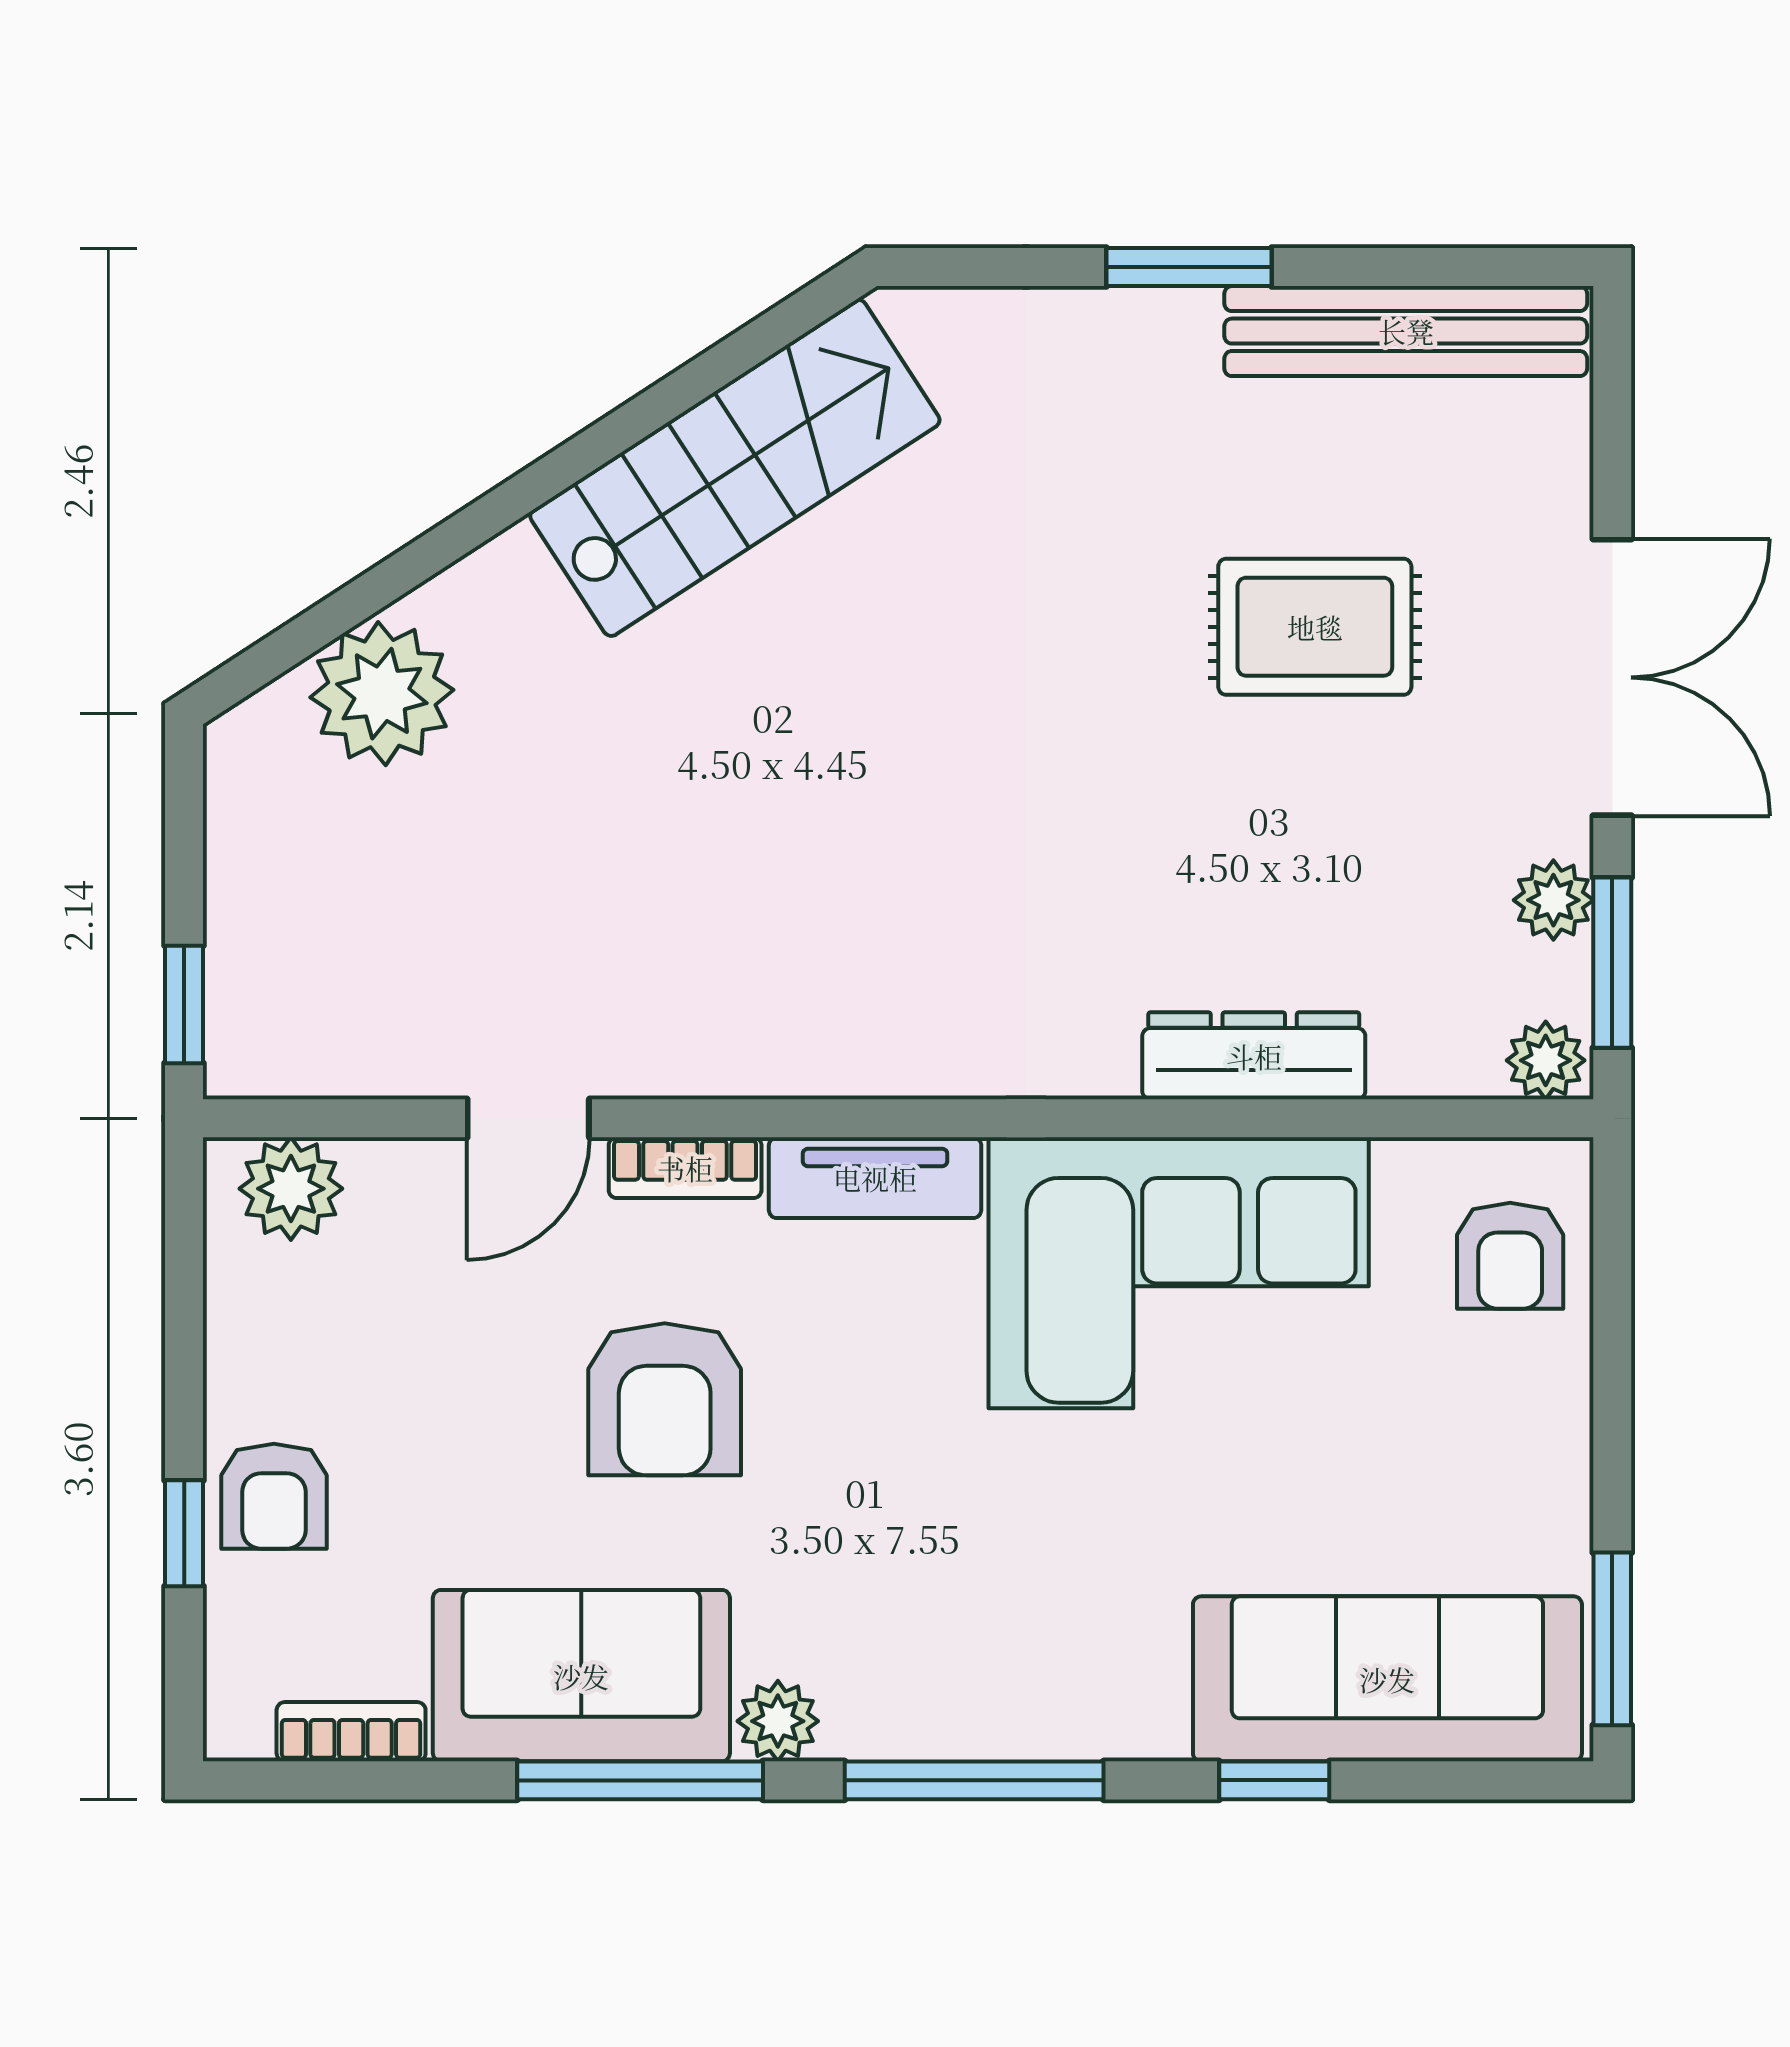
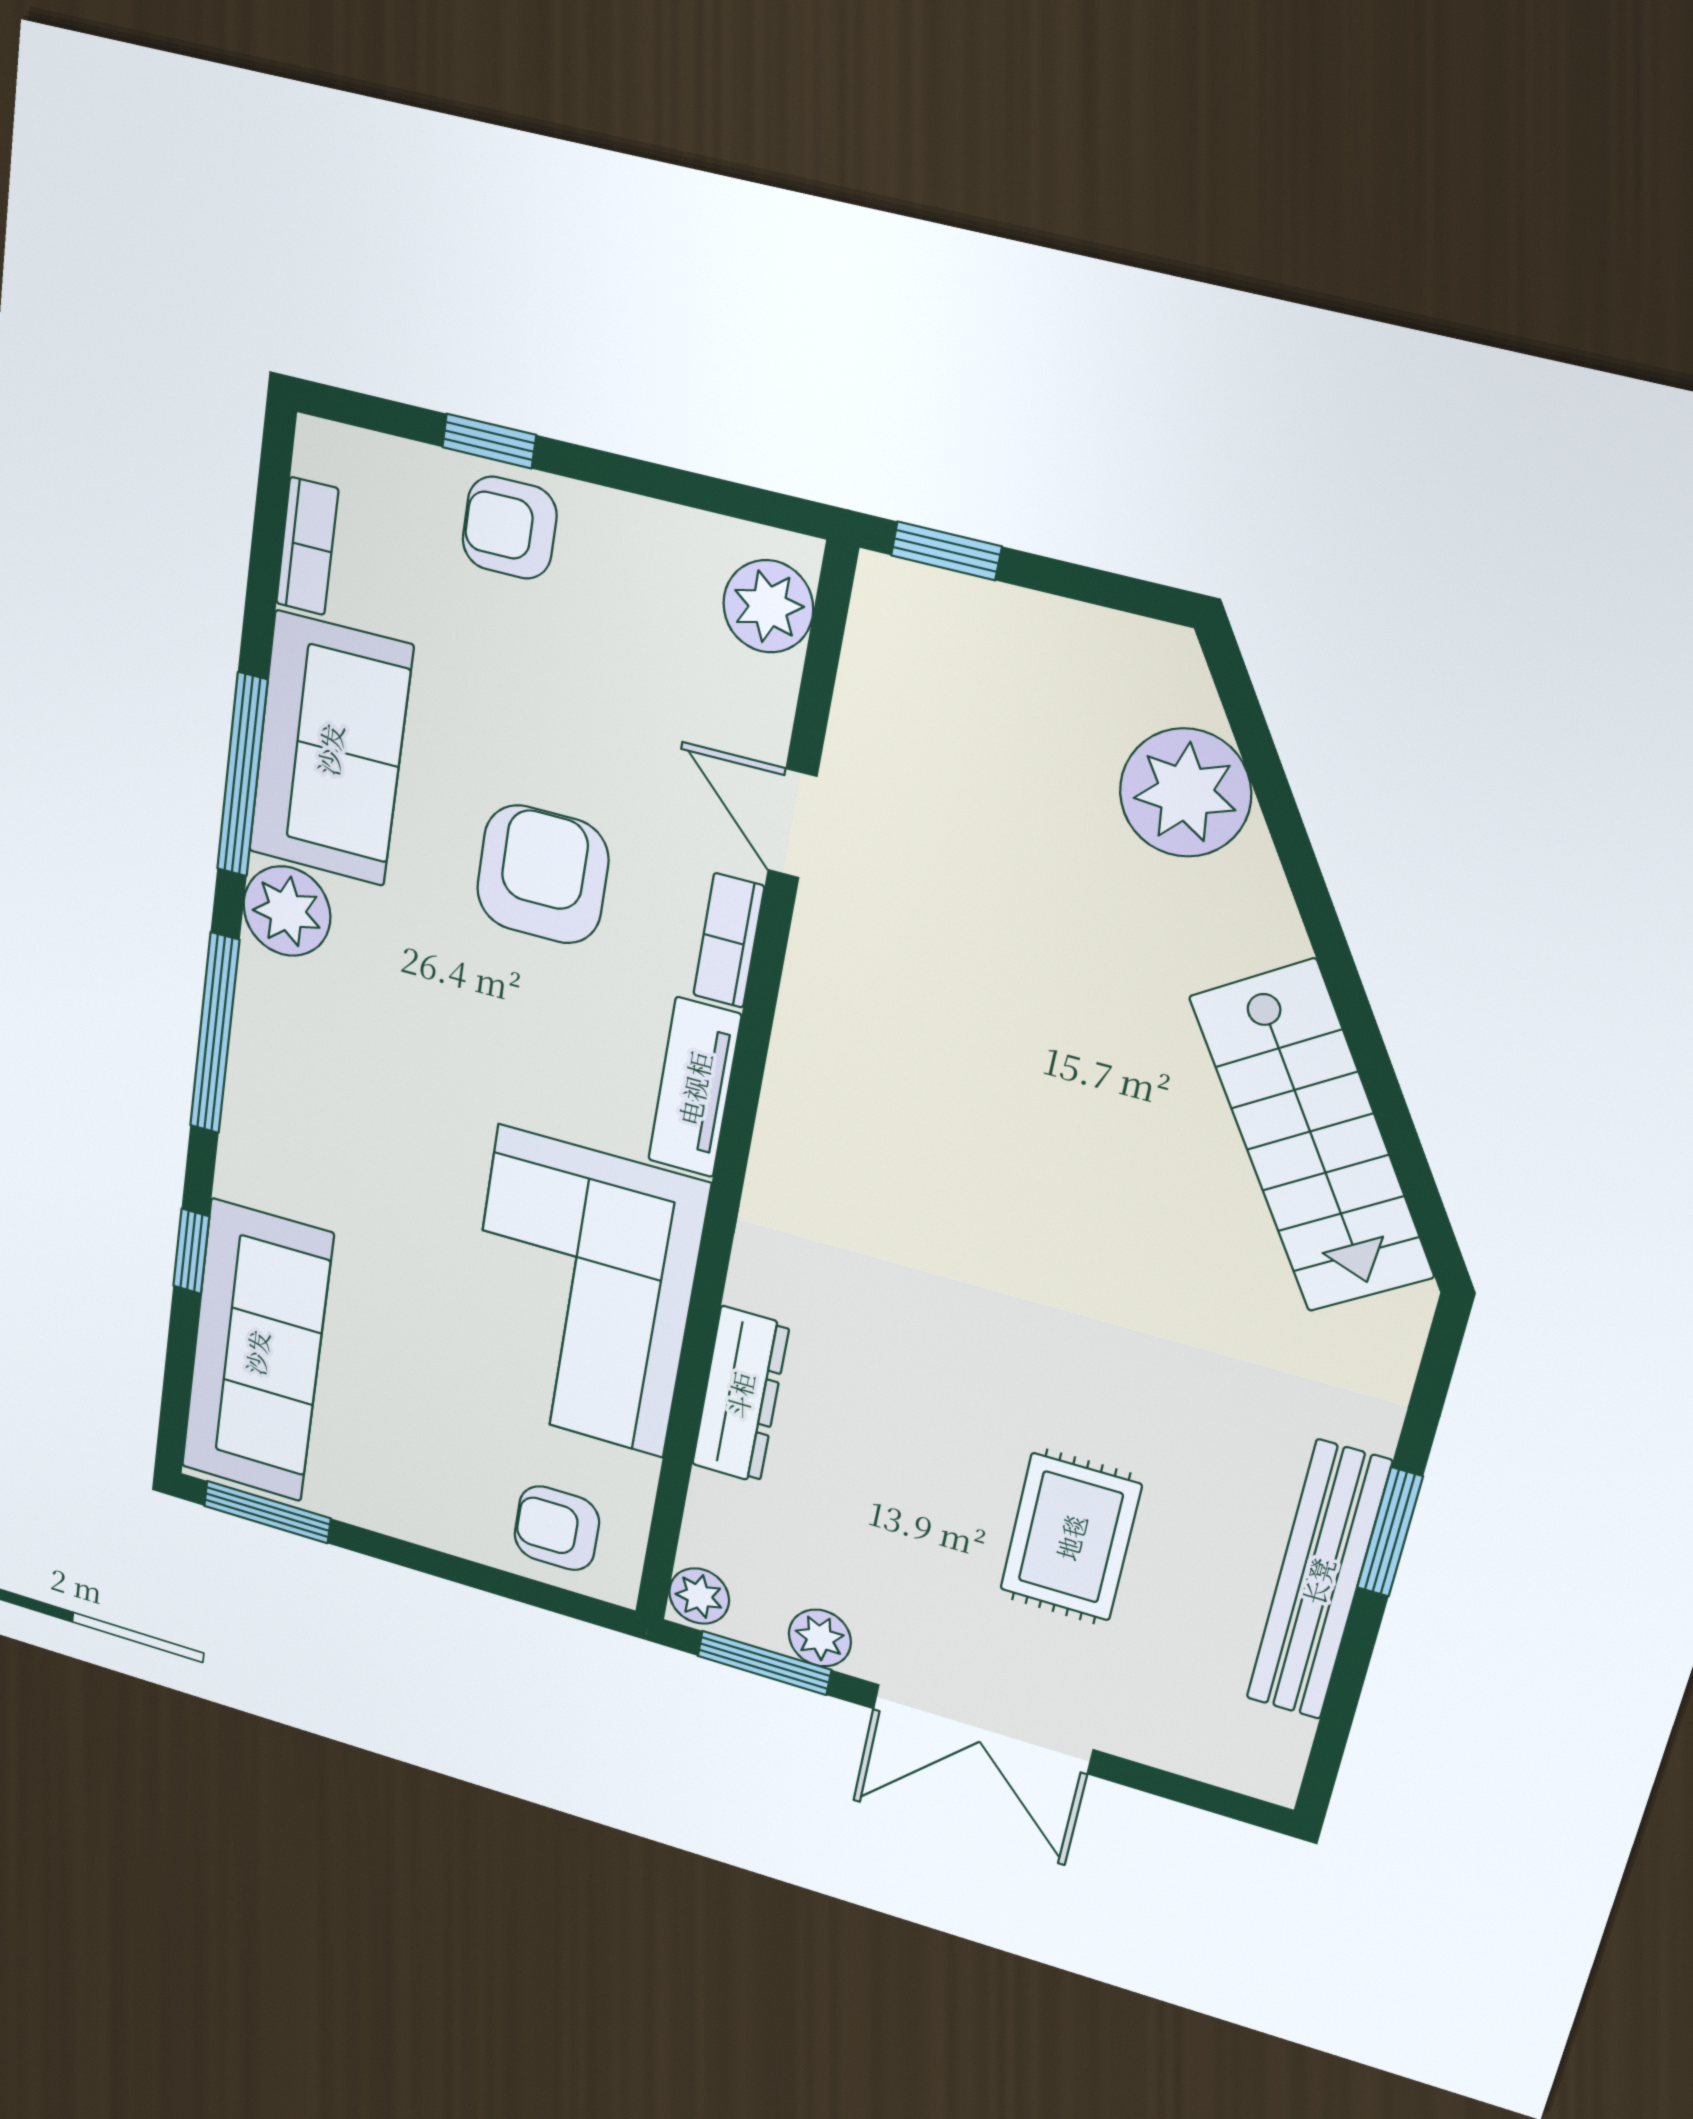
bench: (1406, 331) -> (1318, 1581), moved
armchair: (665, 1399) -> (543, 875), turned 90
plant: (778, 1721) -> (287, 911), width x1.38, depth x1.38

